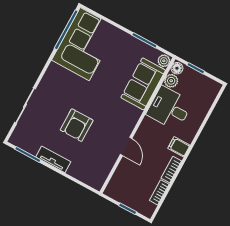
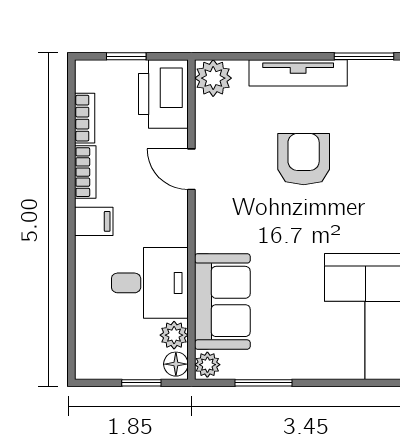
tv unit: (53, 159) -> (298, 73), width x1.41
plant: (96, 180) -> (213, 78), added
printer: (121, 184) -> (163, 94), added

